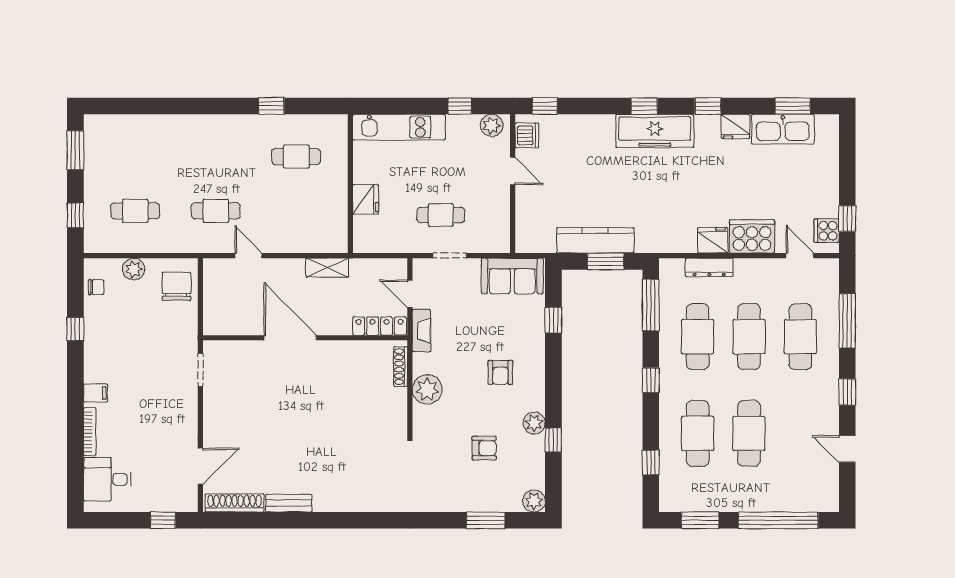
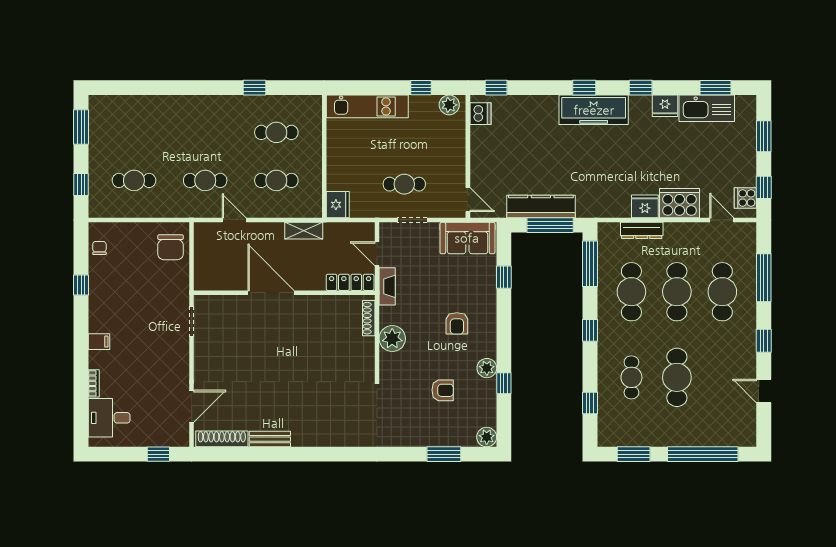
window: (847, 161) -> (764, 136), added
door: (513, 171) -> (468, 200), moved
fridge: (366, 199) -> (338, 205), moved
cafe table: (296, 211) -> (276, 180), added
window: (606, 261) -> (550, 225), width x1.44
plant: (134, 269) -> (133, 232), removed
chair: (177, 286) -> (171, 247), turned 180
chair: (96, 287) -> (99, 248), turned -90
bookcase: (90, 432) -> (94, 383), width x0.64
cafe table: (698, 433) -> (631, 377), width x0.73, depth x0.74

